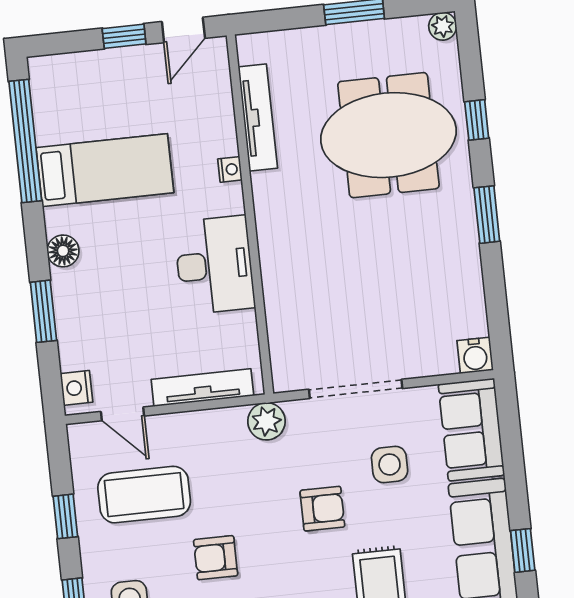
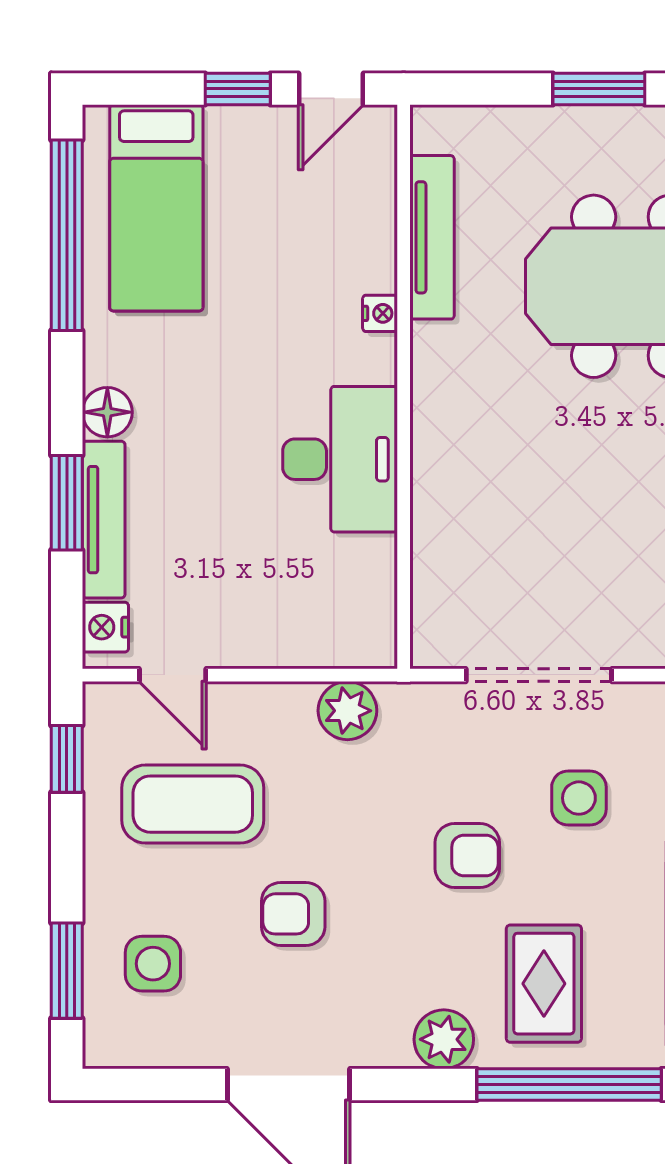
bed: (105, 170) -> (156, 208), moved, turned 90
tv unit: (202, 388) -> (104, 520), moved, turned 90
plant: (266, 421) -> (347, 711), moved
window: (65, 516) -> (67, 759), moved

